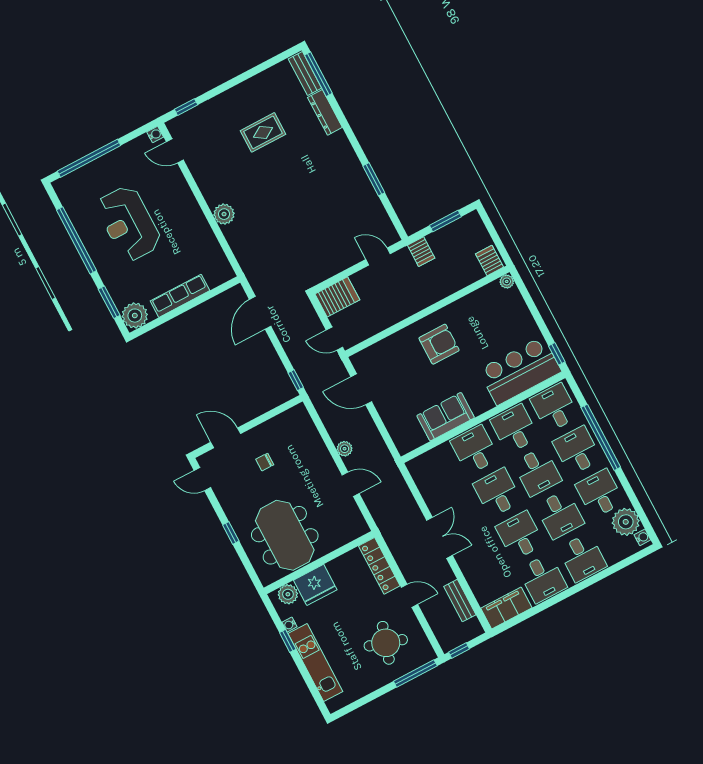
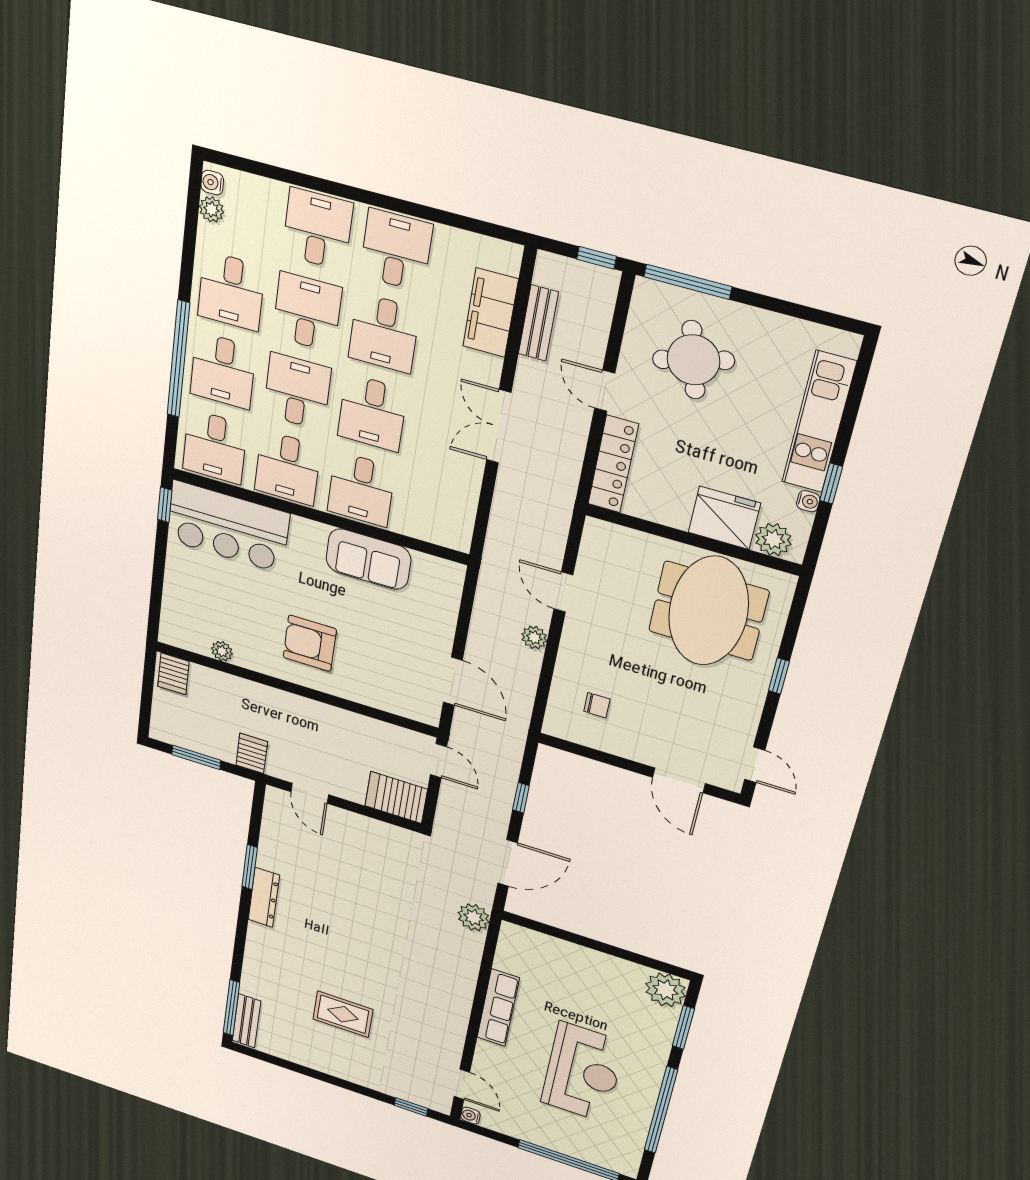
dresser: (325, 112) -> (264, 897), moved
plant: (224, 214) -> (474, 917), moved
plant: (507, 281) -> (222, 651), moved
row of seats: (180, 296) -> (498, 1008), moved, turned -90
window: (296, 380) -> (521, 798), moved
chair: (265, 462) -> (597, 705), moved
plant: (626, 522) -> (211, 209), width x0.53, depth x0.53
filing cabinet: (506, 608) -> (491, 313), moved, turned 90
round table: (386, 643) -> (693, 360), turned -32

